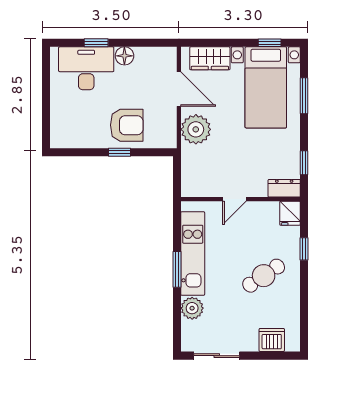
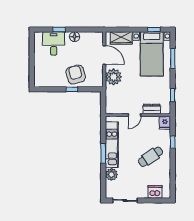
desk: (86, 68) -> (54, 44), width x0.73
armchair: (127, 125) -> (76, 75), turned -105
dresser: (284, 188) -> (152, 109), moved

